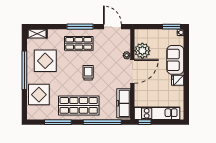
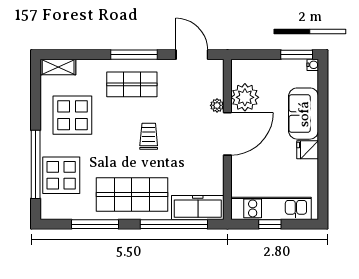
window: (24, 70) -> (36, 164), moved
freezer: (124, 103) -> (198, 208), moved, turned 90
window: (145, 122) -> (270, 224), moved

